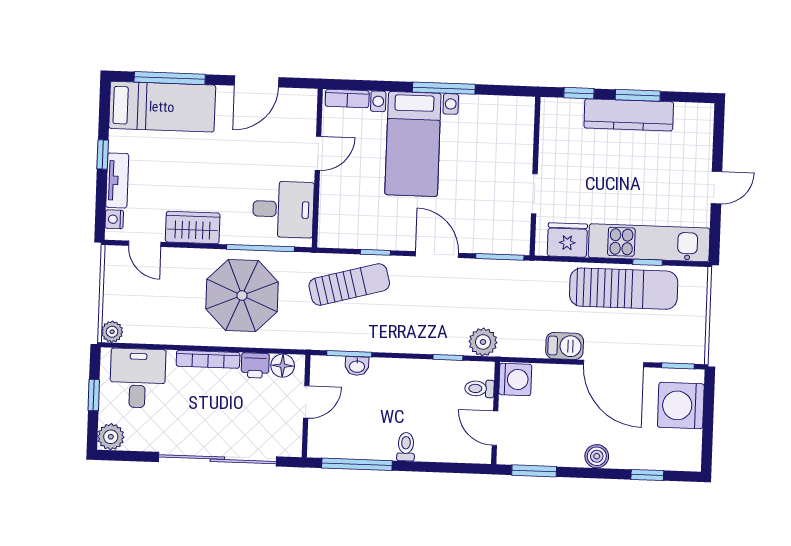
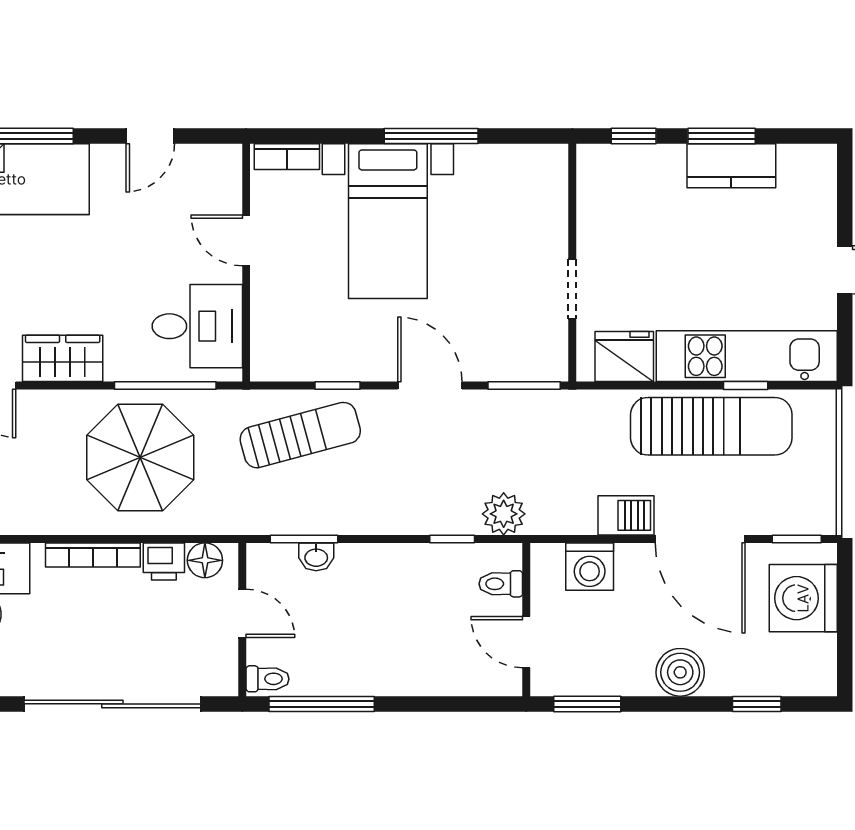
door: (257, 81) -> (150, 136), width x0.73
kitchen counter: (629, 115) -> (731, 166), width x0.67
door: (318, 153) -> (246, 240), swing flipped
washing machine: (515, 379) -> (590, 567), moved, turned 90
door: (306, 402) -> (242, 613), hinge flipped
toilet: (406, 447) -> (268, 679), moved, turned 90
boiler: (597, 456) -> (680, 672), width x1.36, depth x1.36

